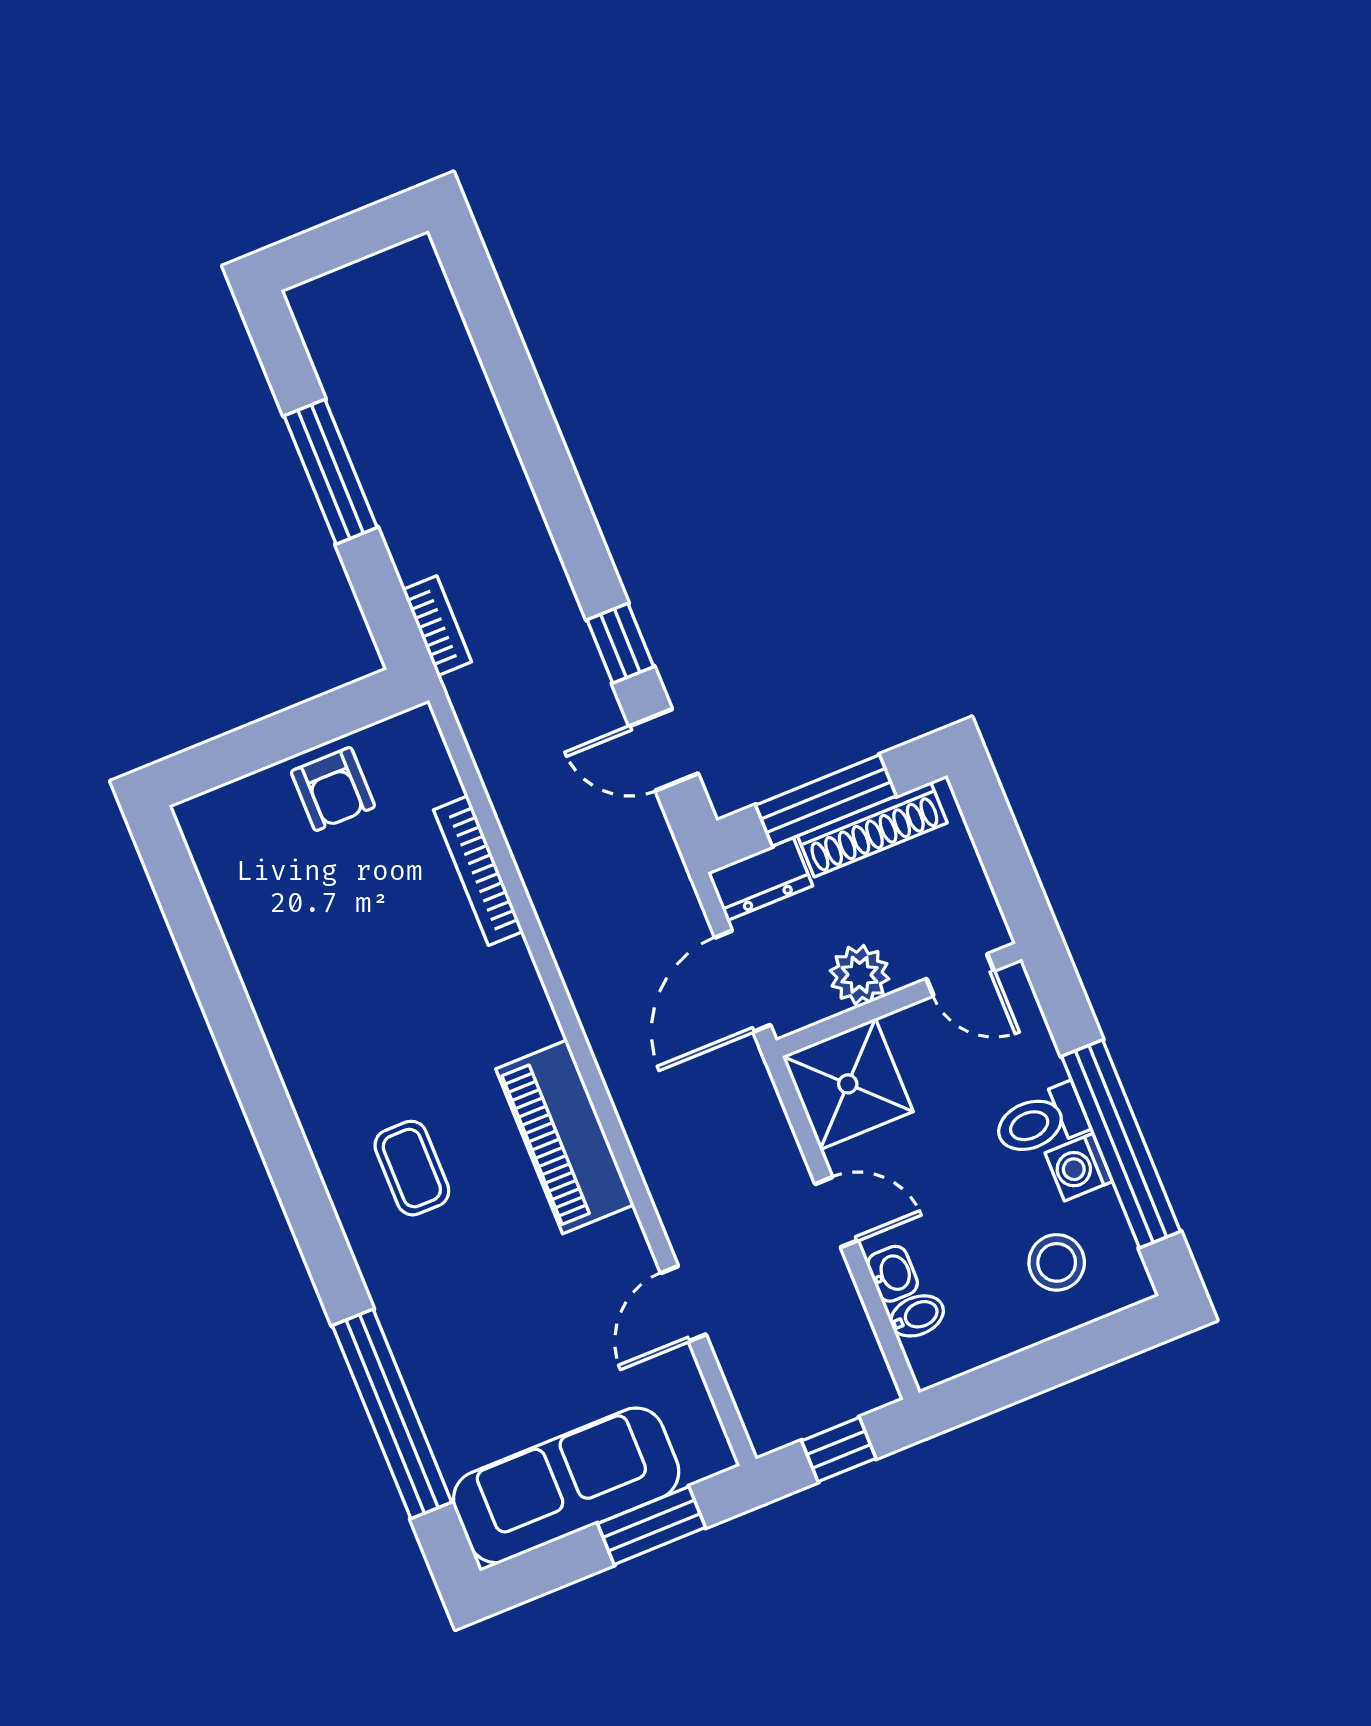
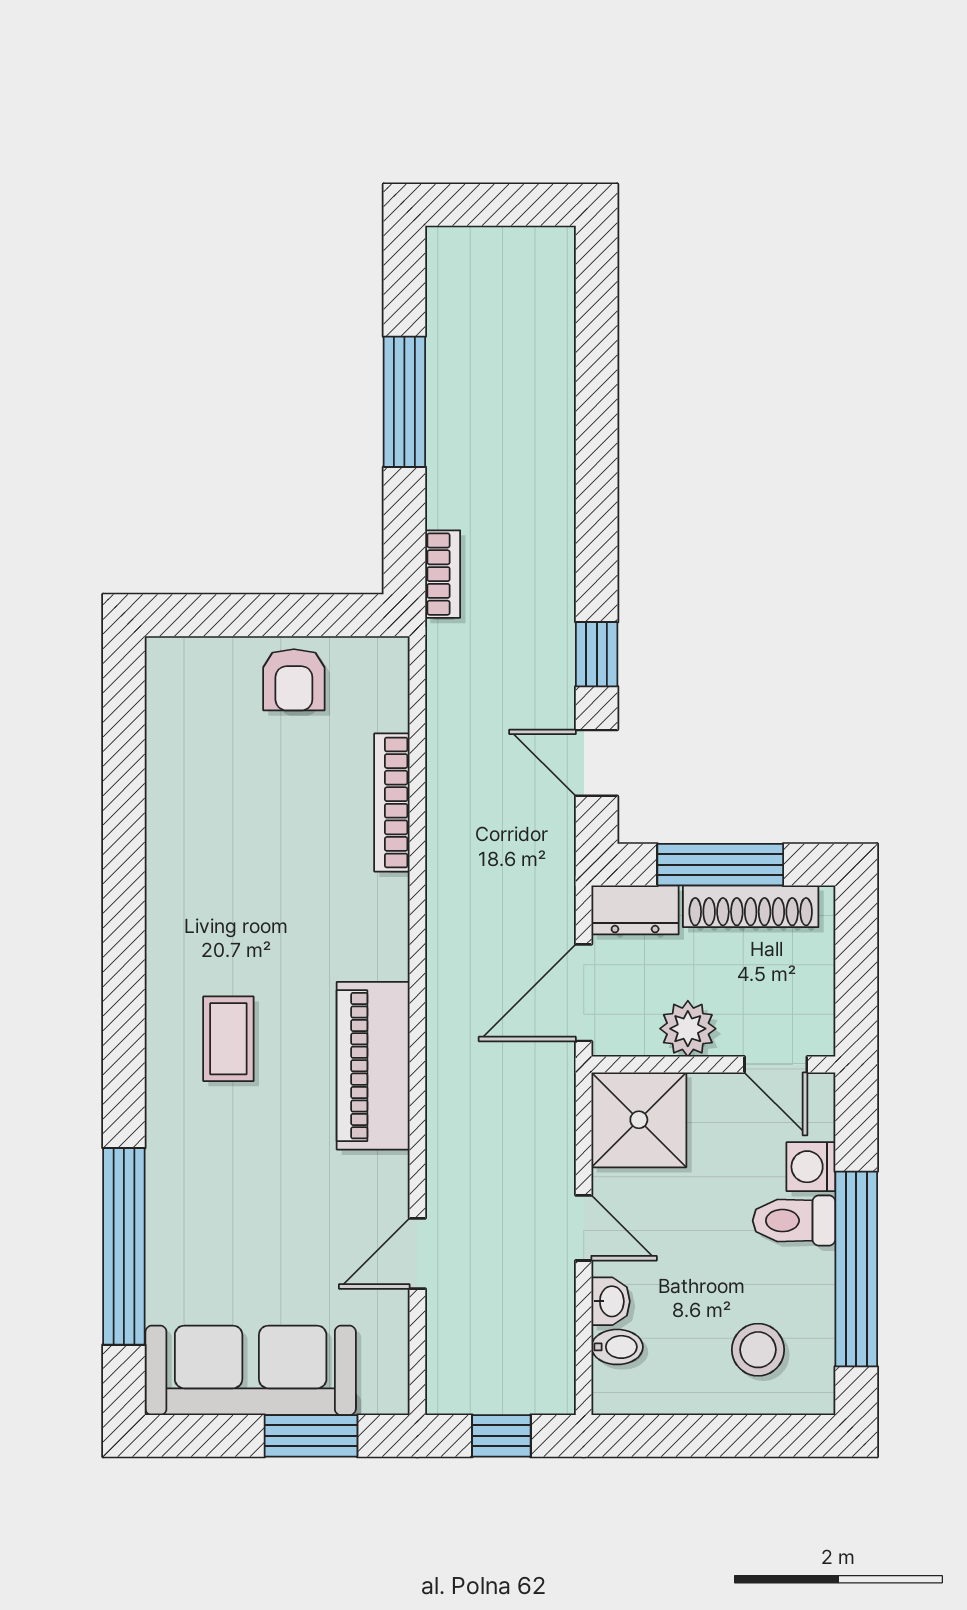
washing machine: (1079, 1167) -> (811, 1167), moved

